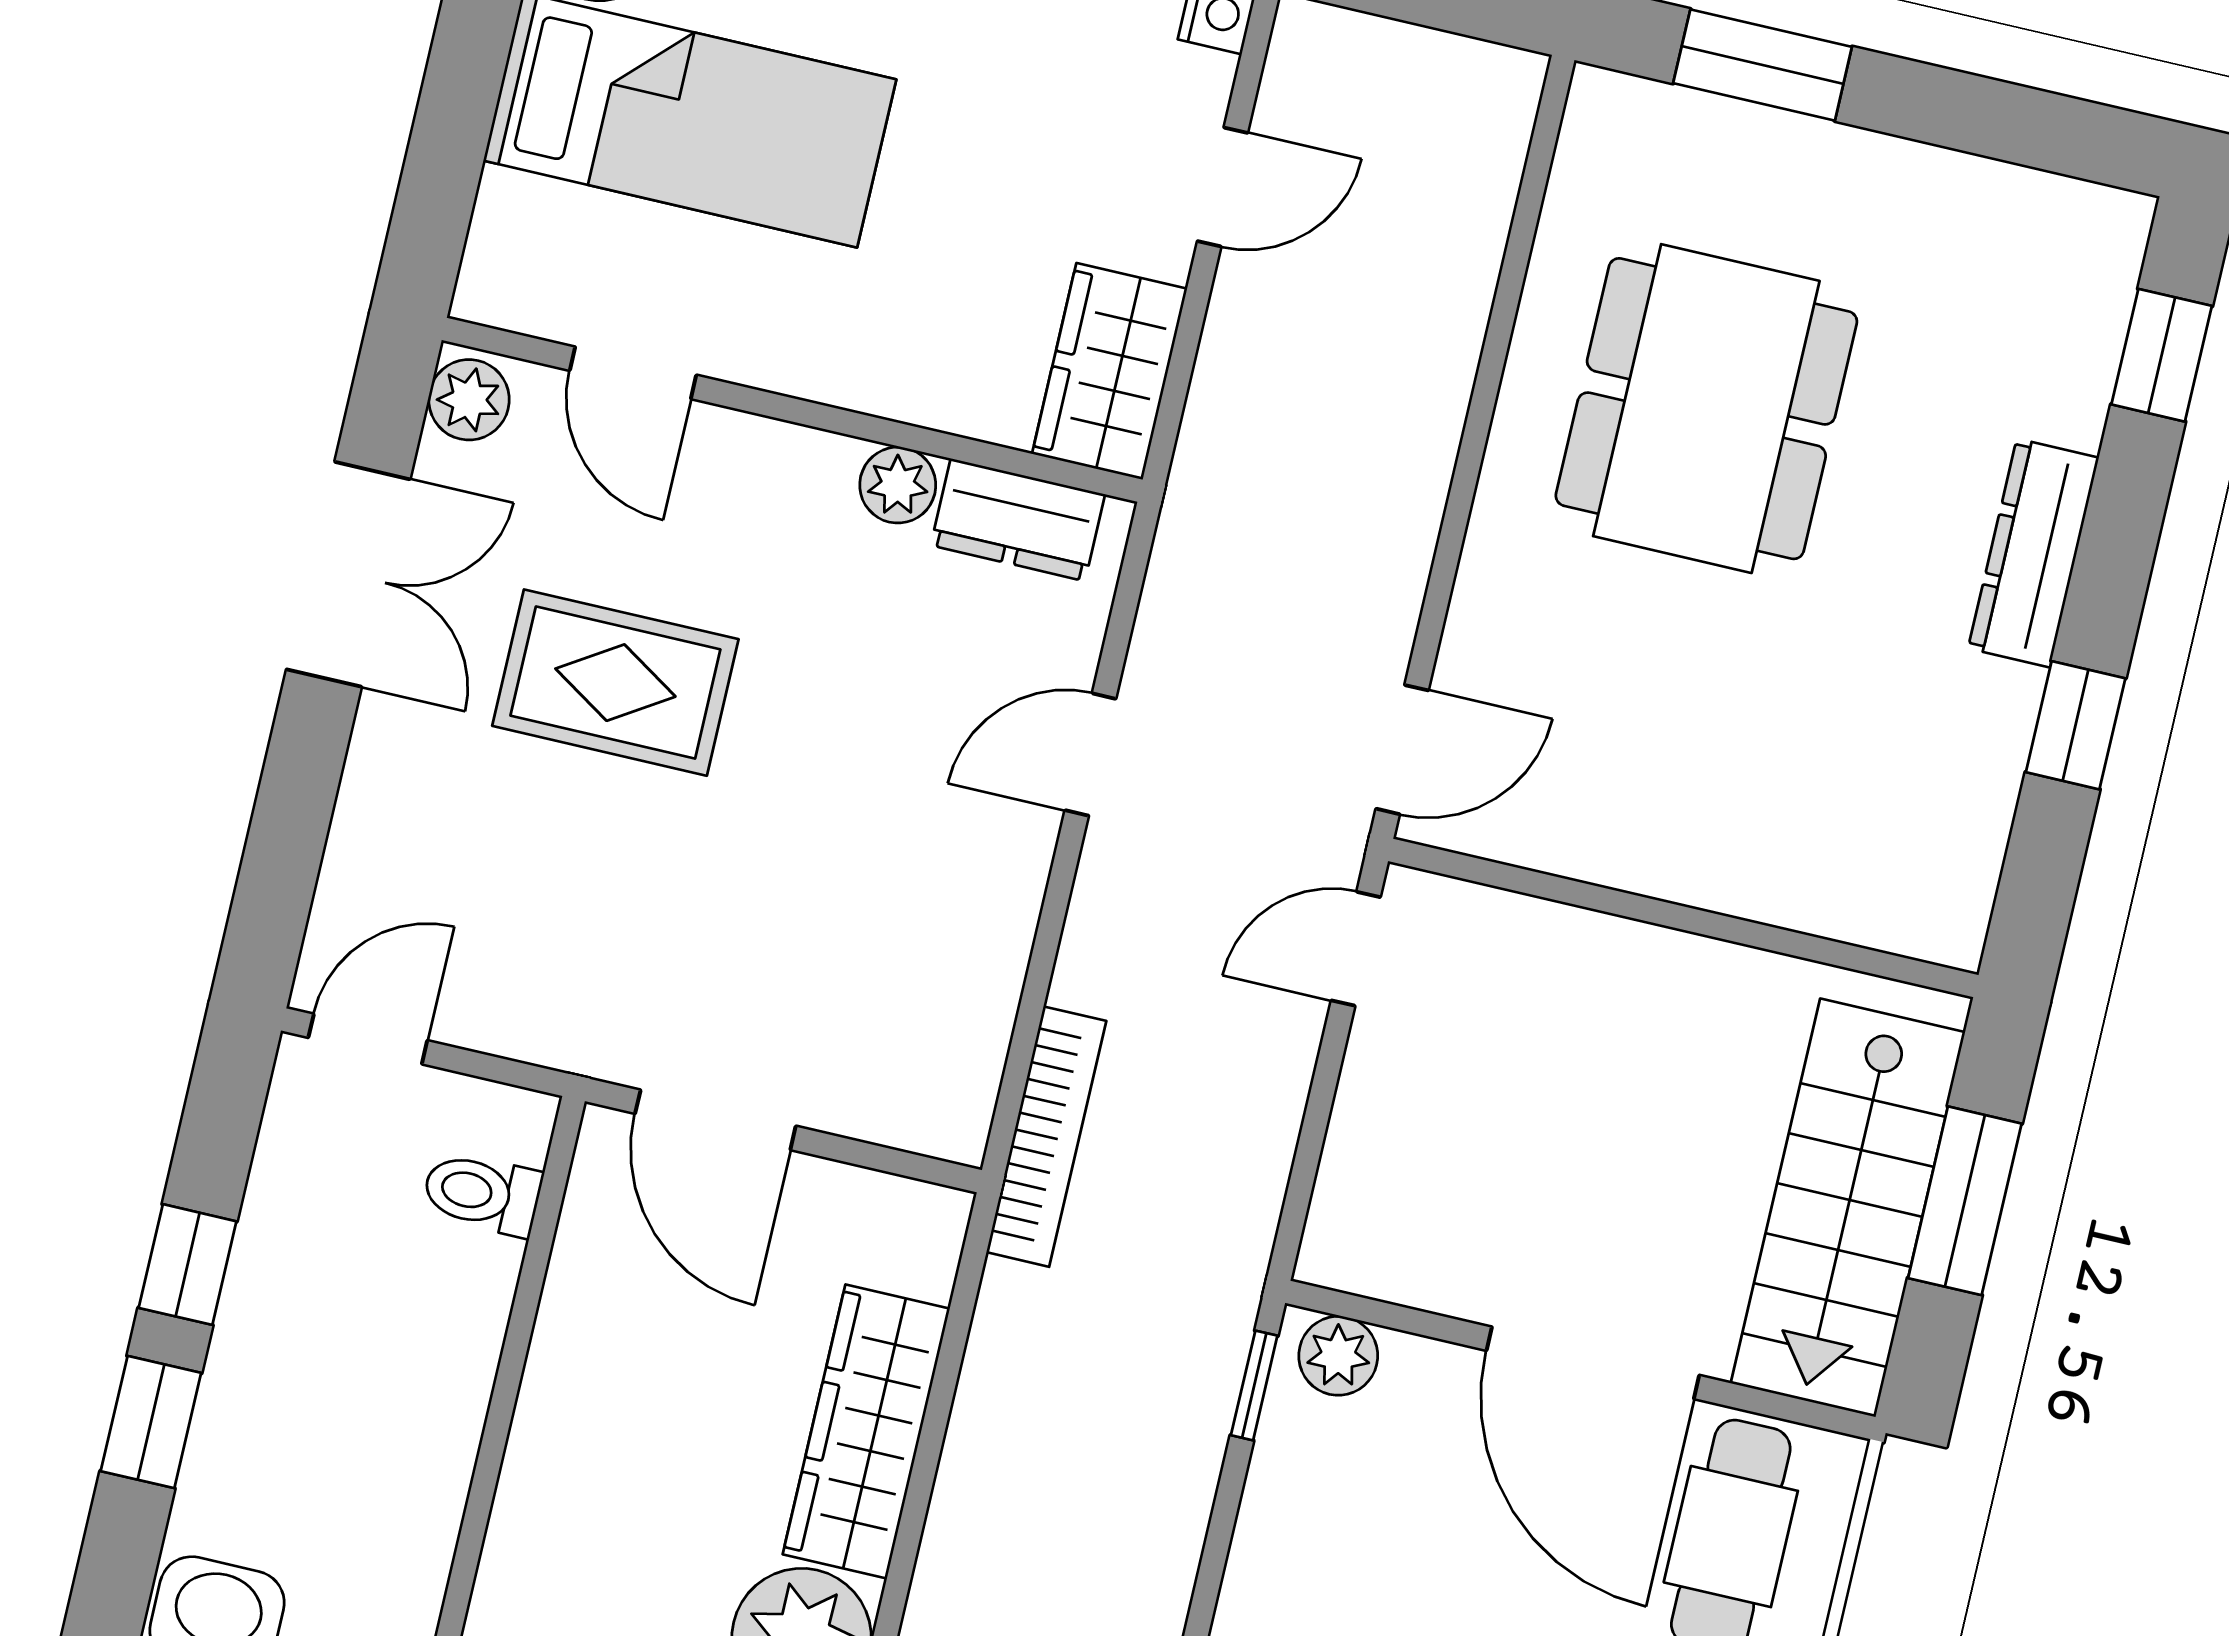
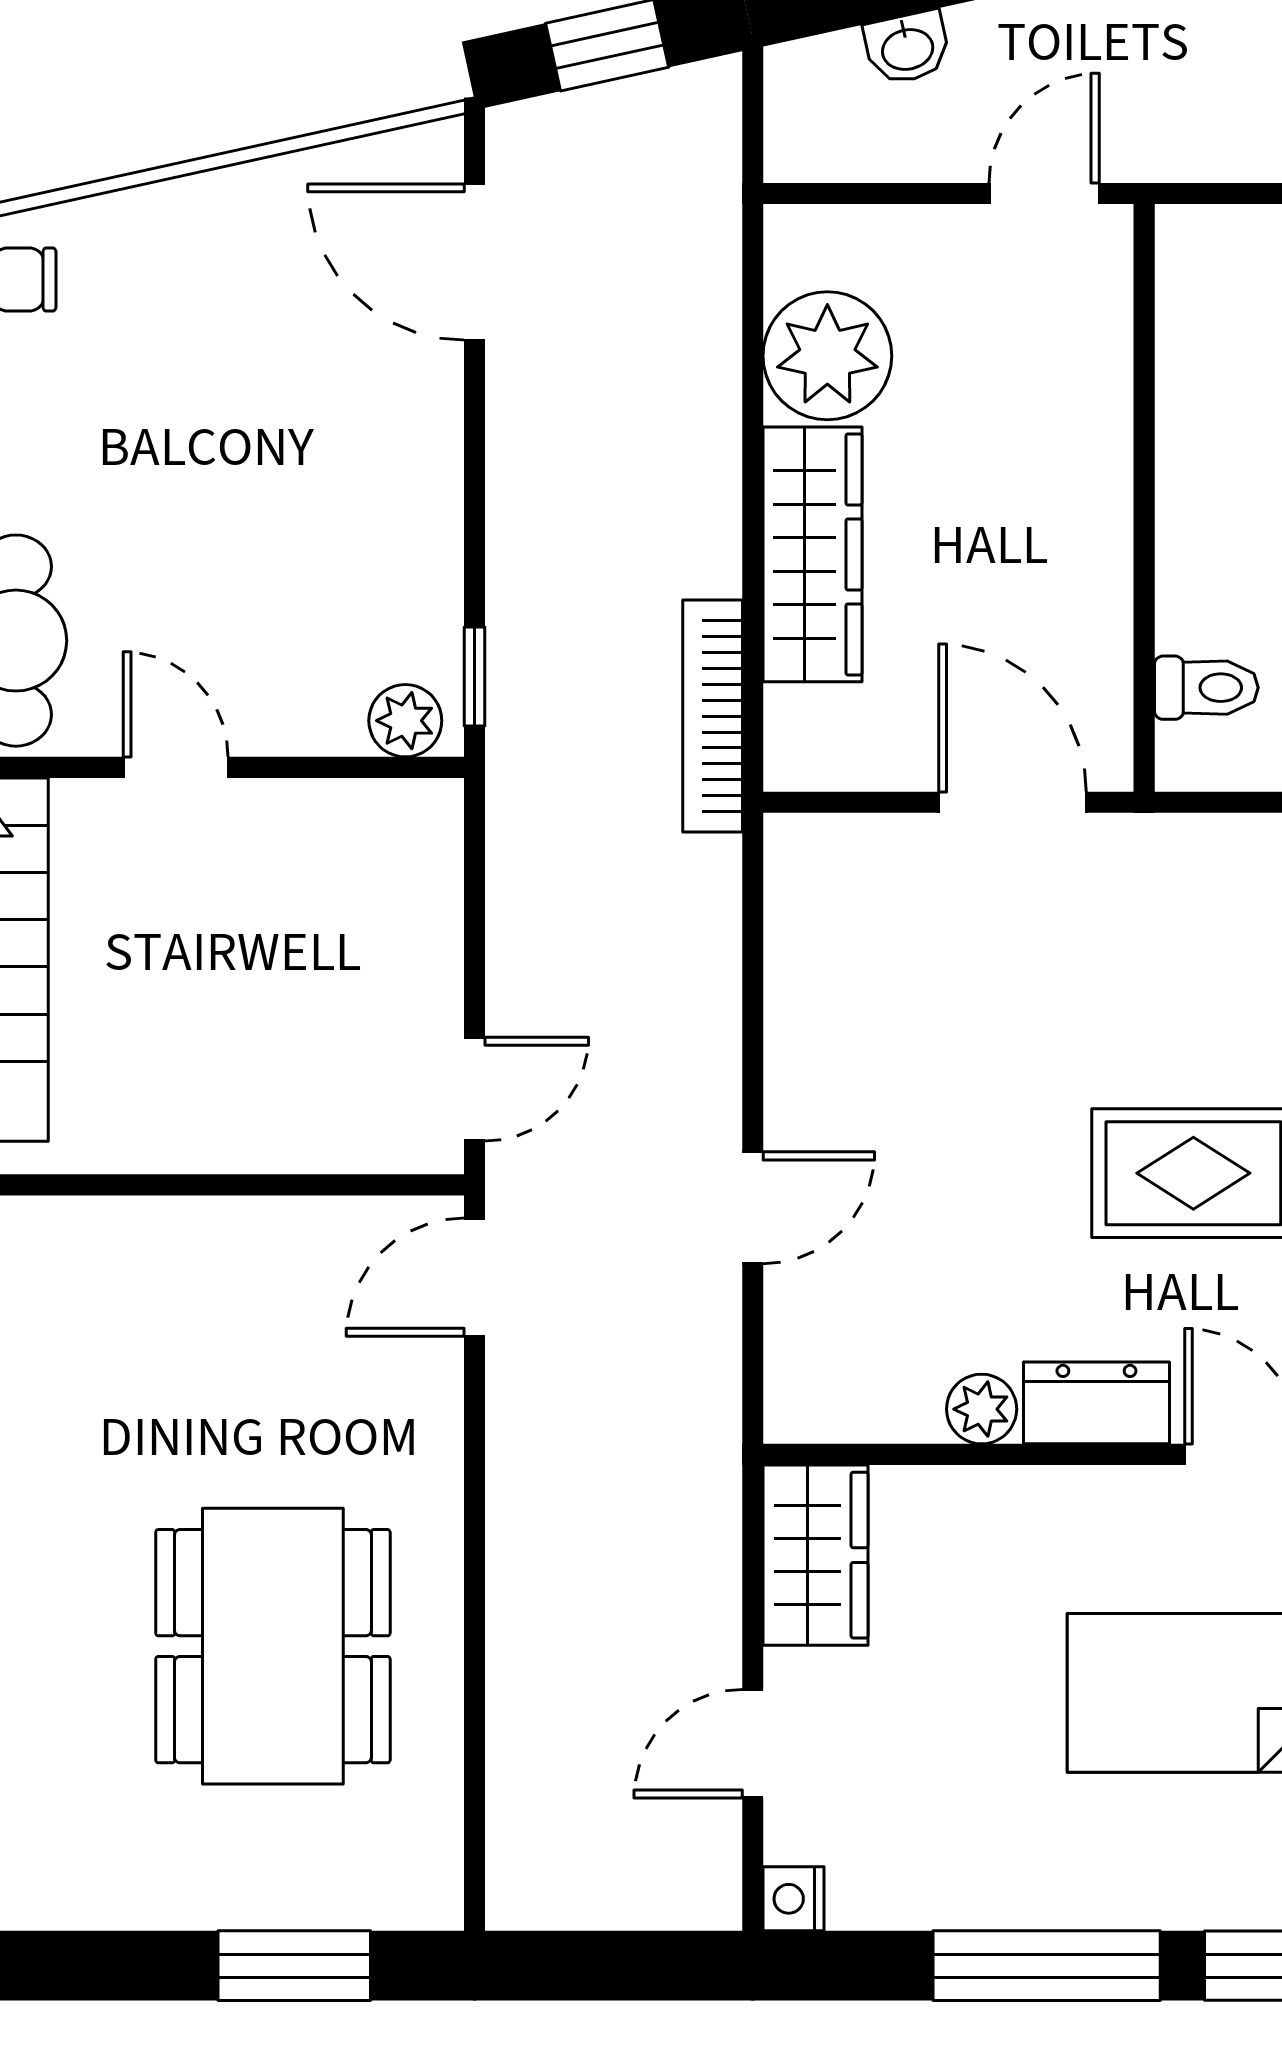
dresser: (1018, 520) -> (1096, 1403), moved
bookcase: (1046, 1137) -> (713, 716), moved
door: (1593, 1363) -> (176, 767), width x0.53

